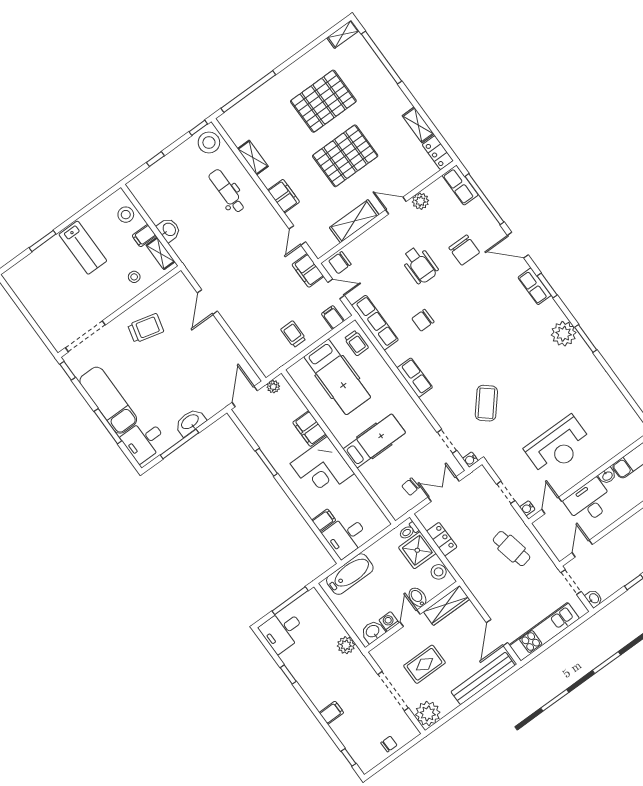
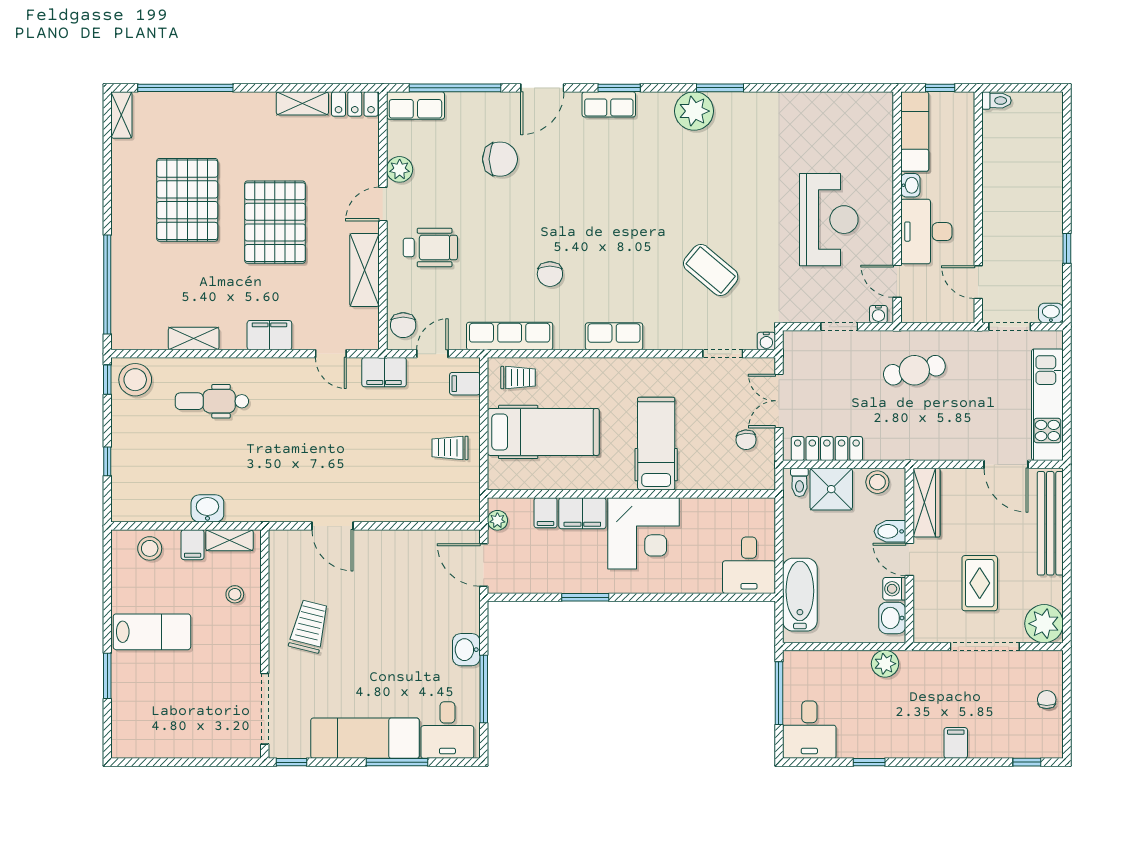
wheelchair: (420, 265) -> (430, 247), moved
washbasin: (190, 422) -> (466, 650), width x0.72
filing cabinet: (324, 520) -> (546, 513), moved, turned 180
locker: (442, 539) -> (827, 449), width x1.53

